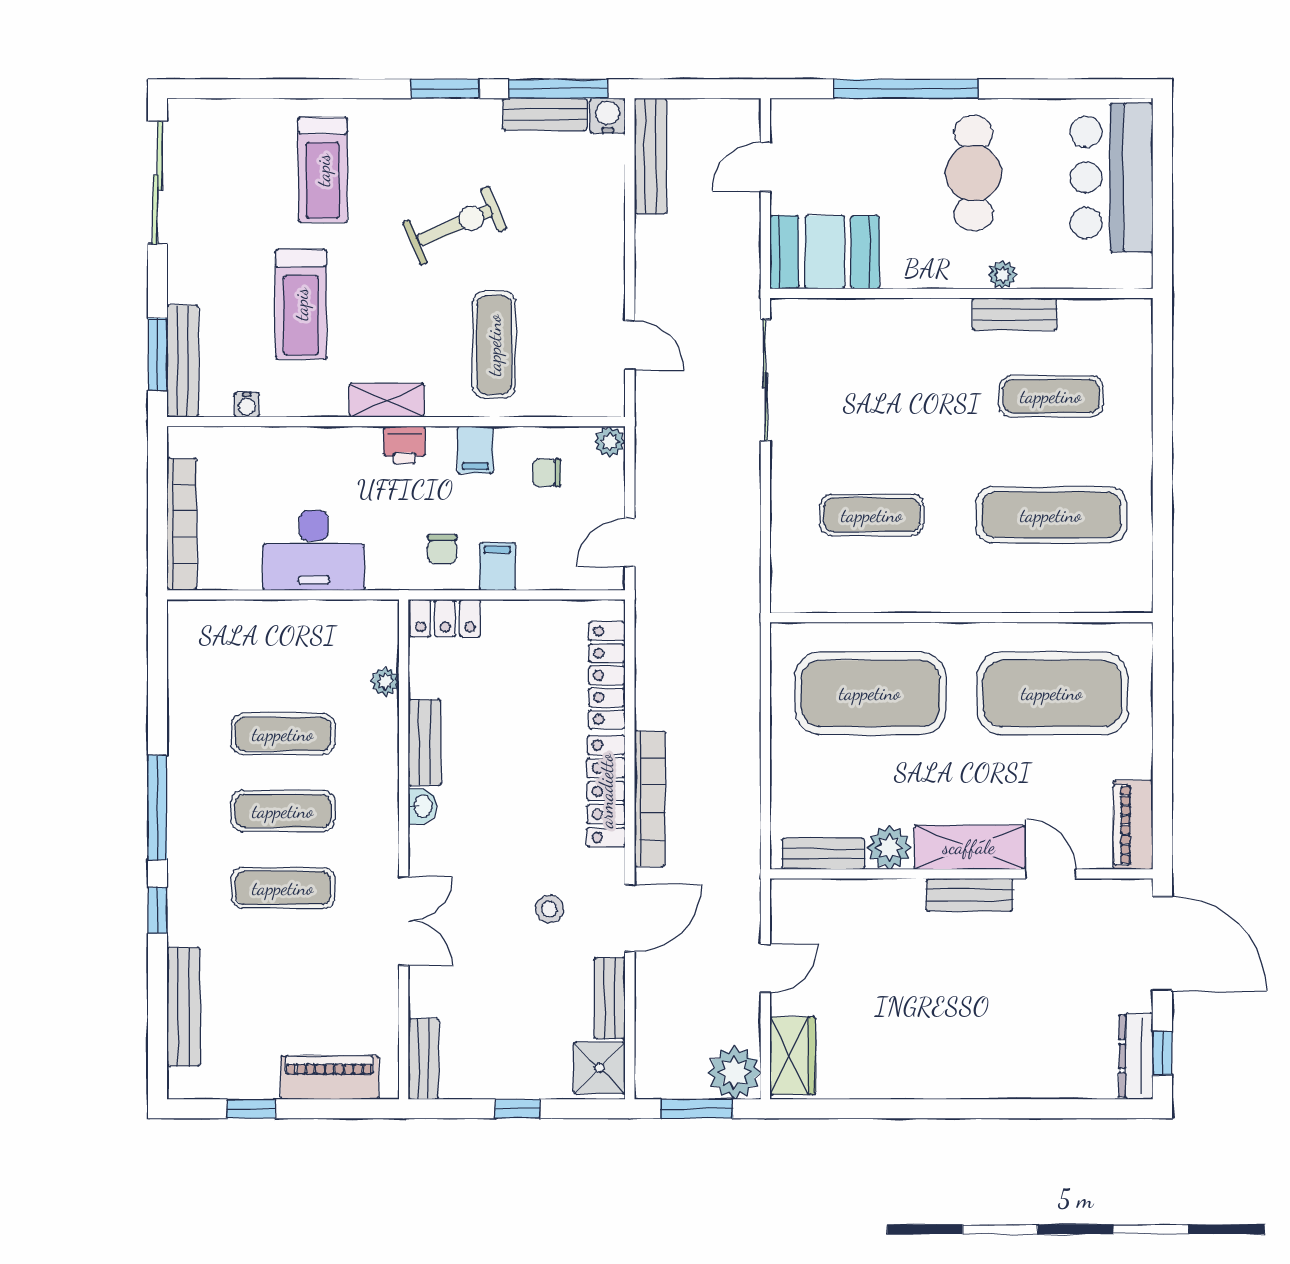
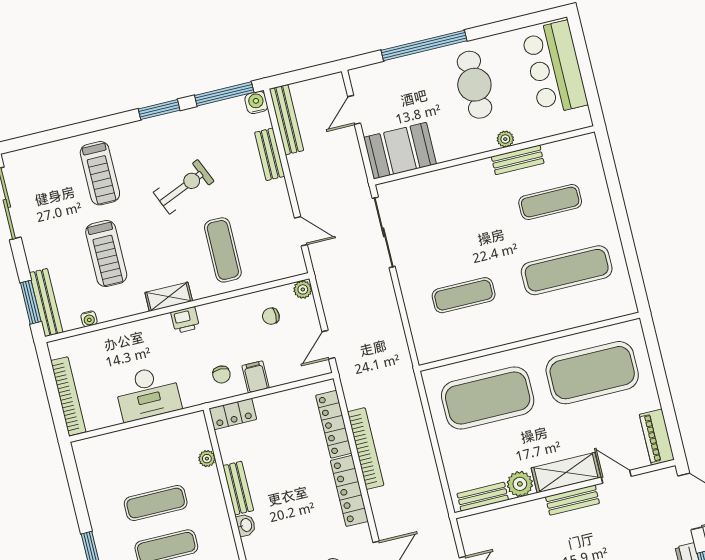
bench: (545, 114) -> (270, 154), moved, turned 90
filing cabinet: (475, 450) -> (227, 313), removed
bookcase: (650, 799) -> (366, 449), moved

